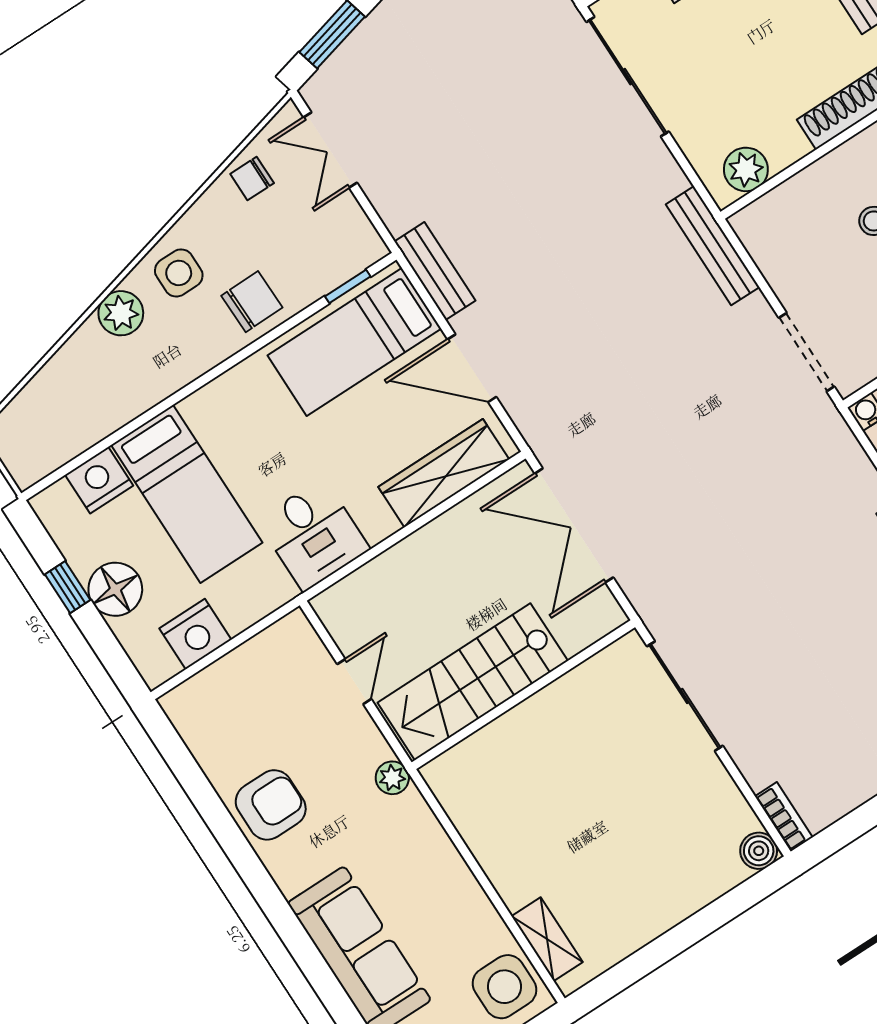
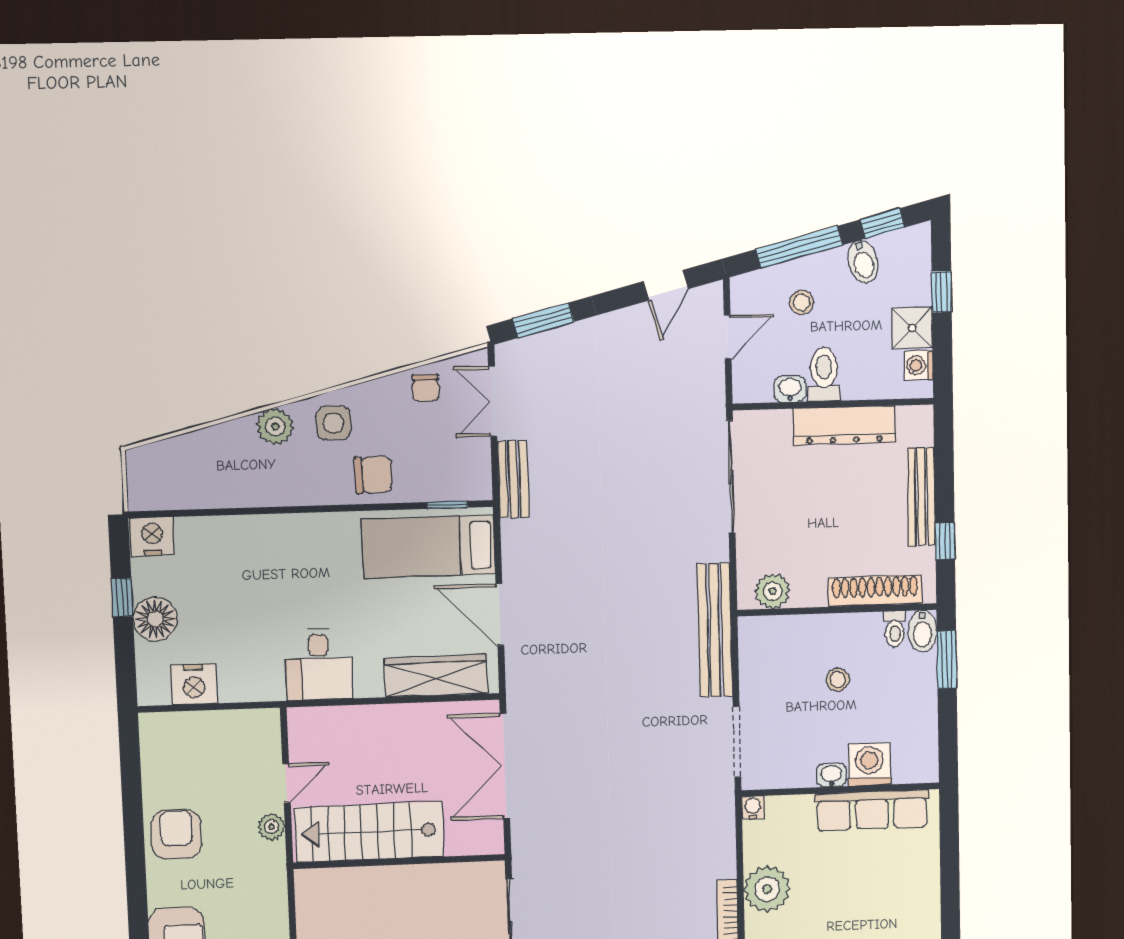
chair: (252, 178) -> (425, 388), turned -90
bench: (713, 246) -> (715, 630), width x1.37, depth x1.21
bench: (435, 271) -> (513, 479), moved
nightstand: (99, 480) -> (152, 537), moved
bed: (187, 494) -> (246, 582), removed
plant: (392, 778) -> (272, 827), moved
armchair: (271, 805) -> (176, 834), turned -90

